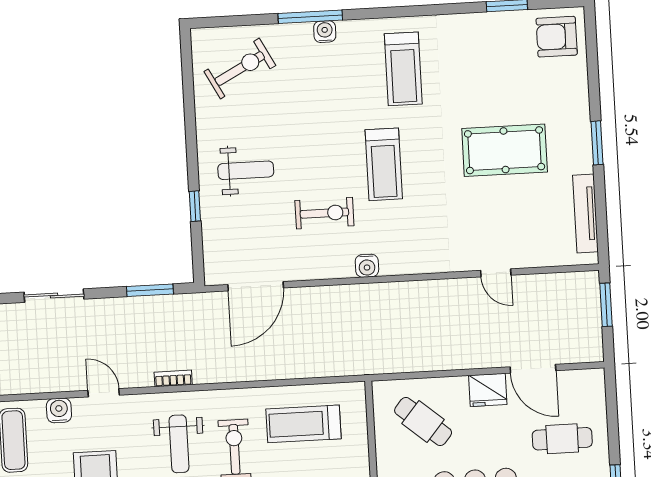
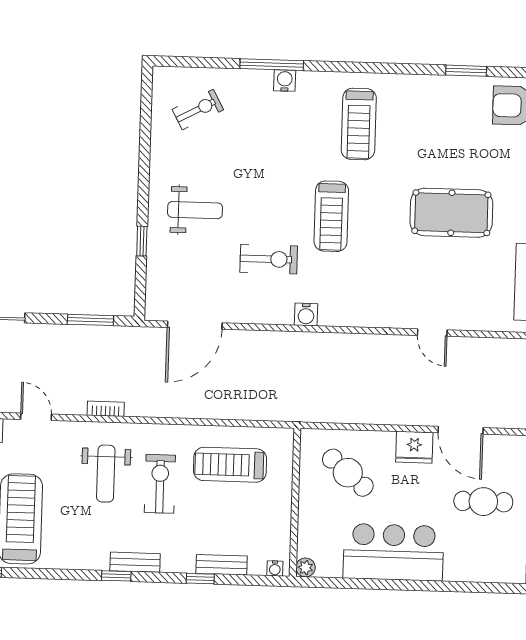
exercise bike: (240, 69) -> (198, 110), width x0.73, depth x0.72

